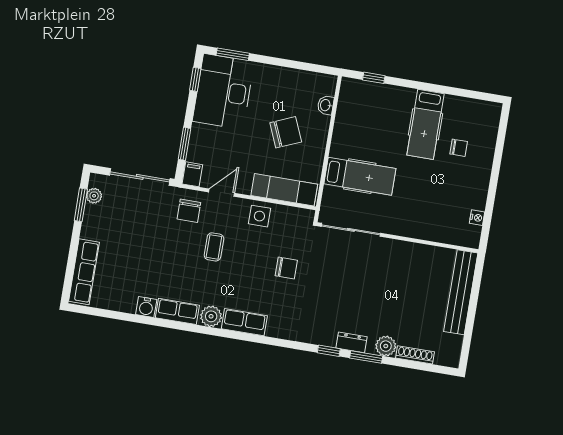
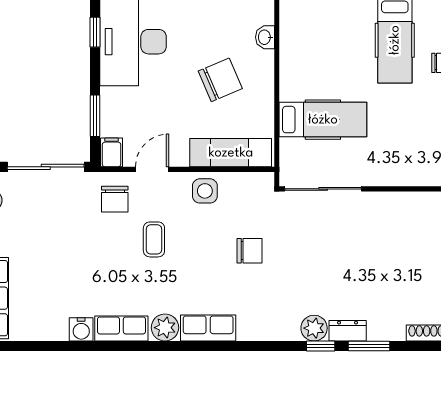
plant: (386, 346) -> (314, 328), moved

